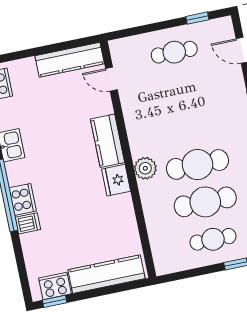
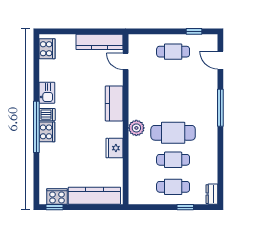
fridge: (116, 180) -> (114, 148), moved
cafe table: (205, 202) -> (173, 160), width x0.73, depth x0.74
dishwasher: (28, 223) -> (47, 115), moved

